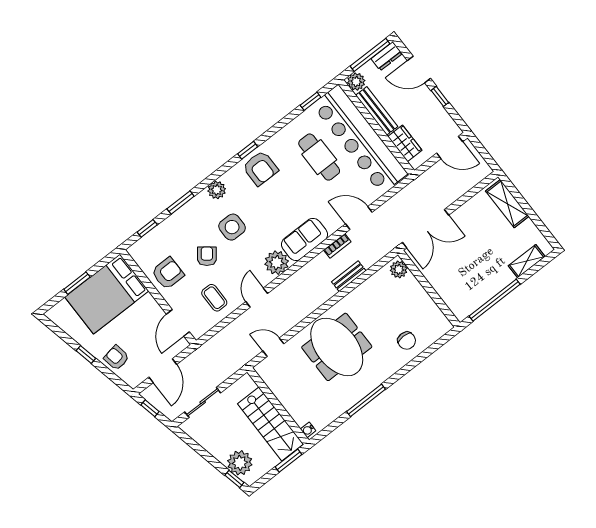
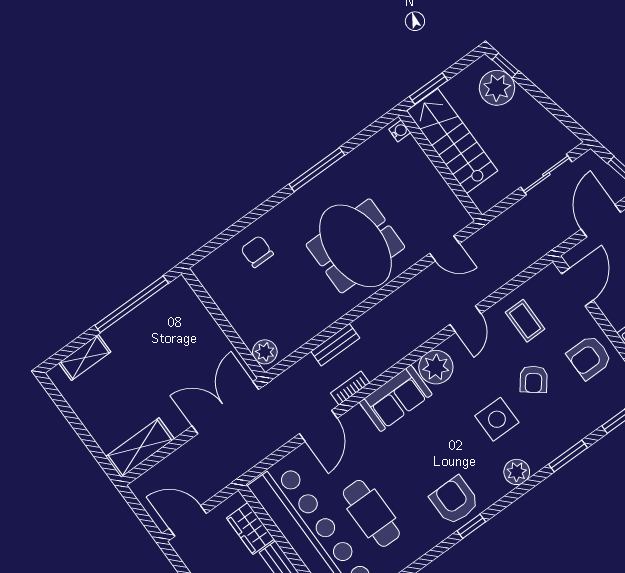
shelving: (507, 204) -> (140, 448), moved, turned 90
door: (359, 218) -> (318, 426), hinge flipped

